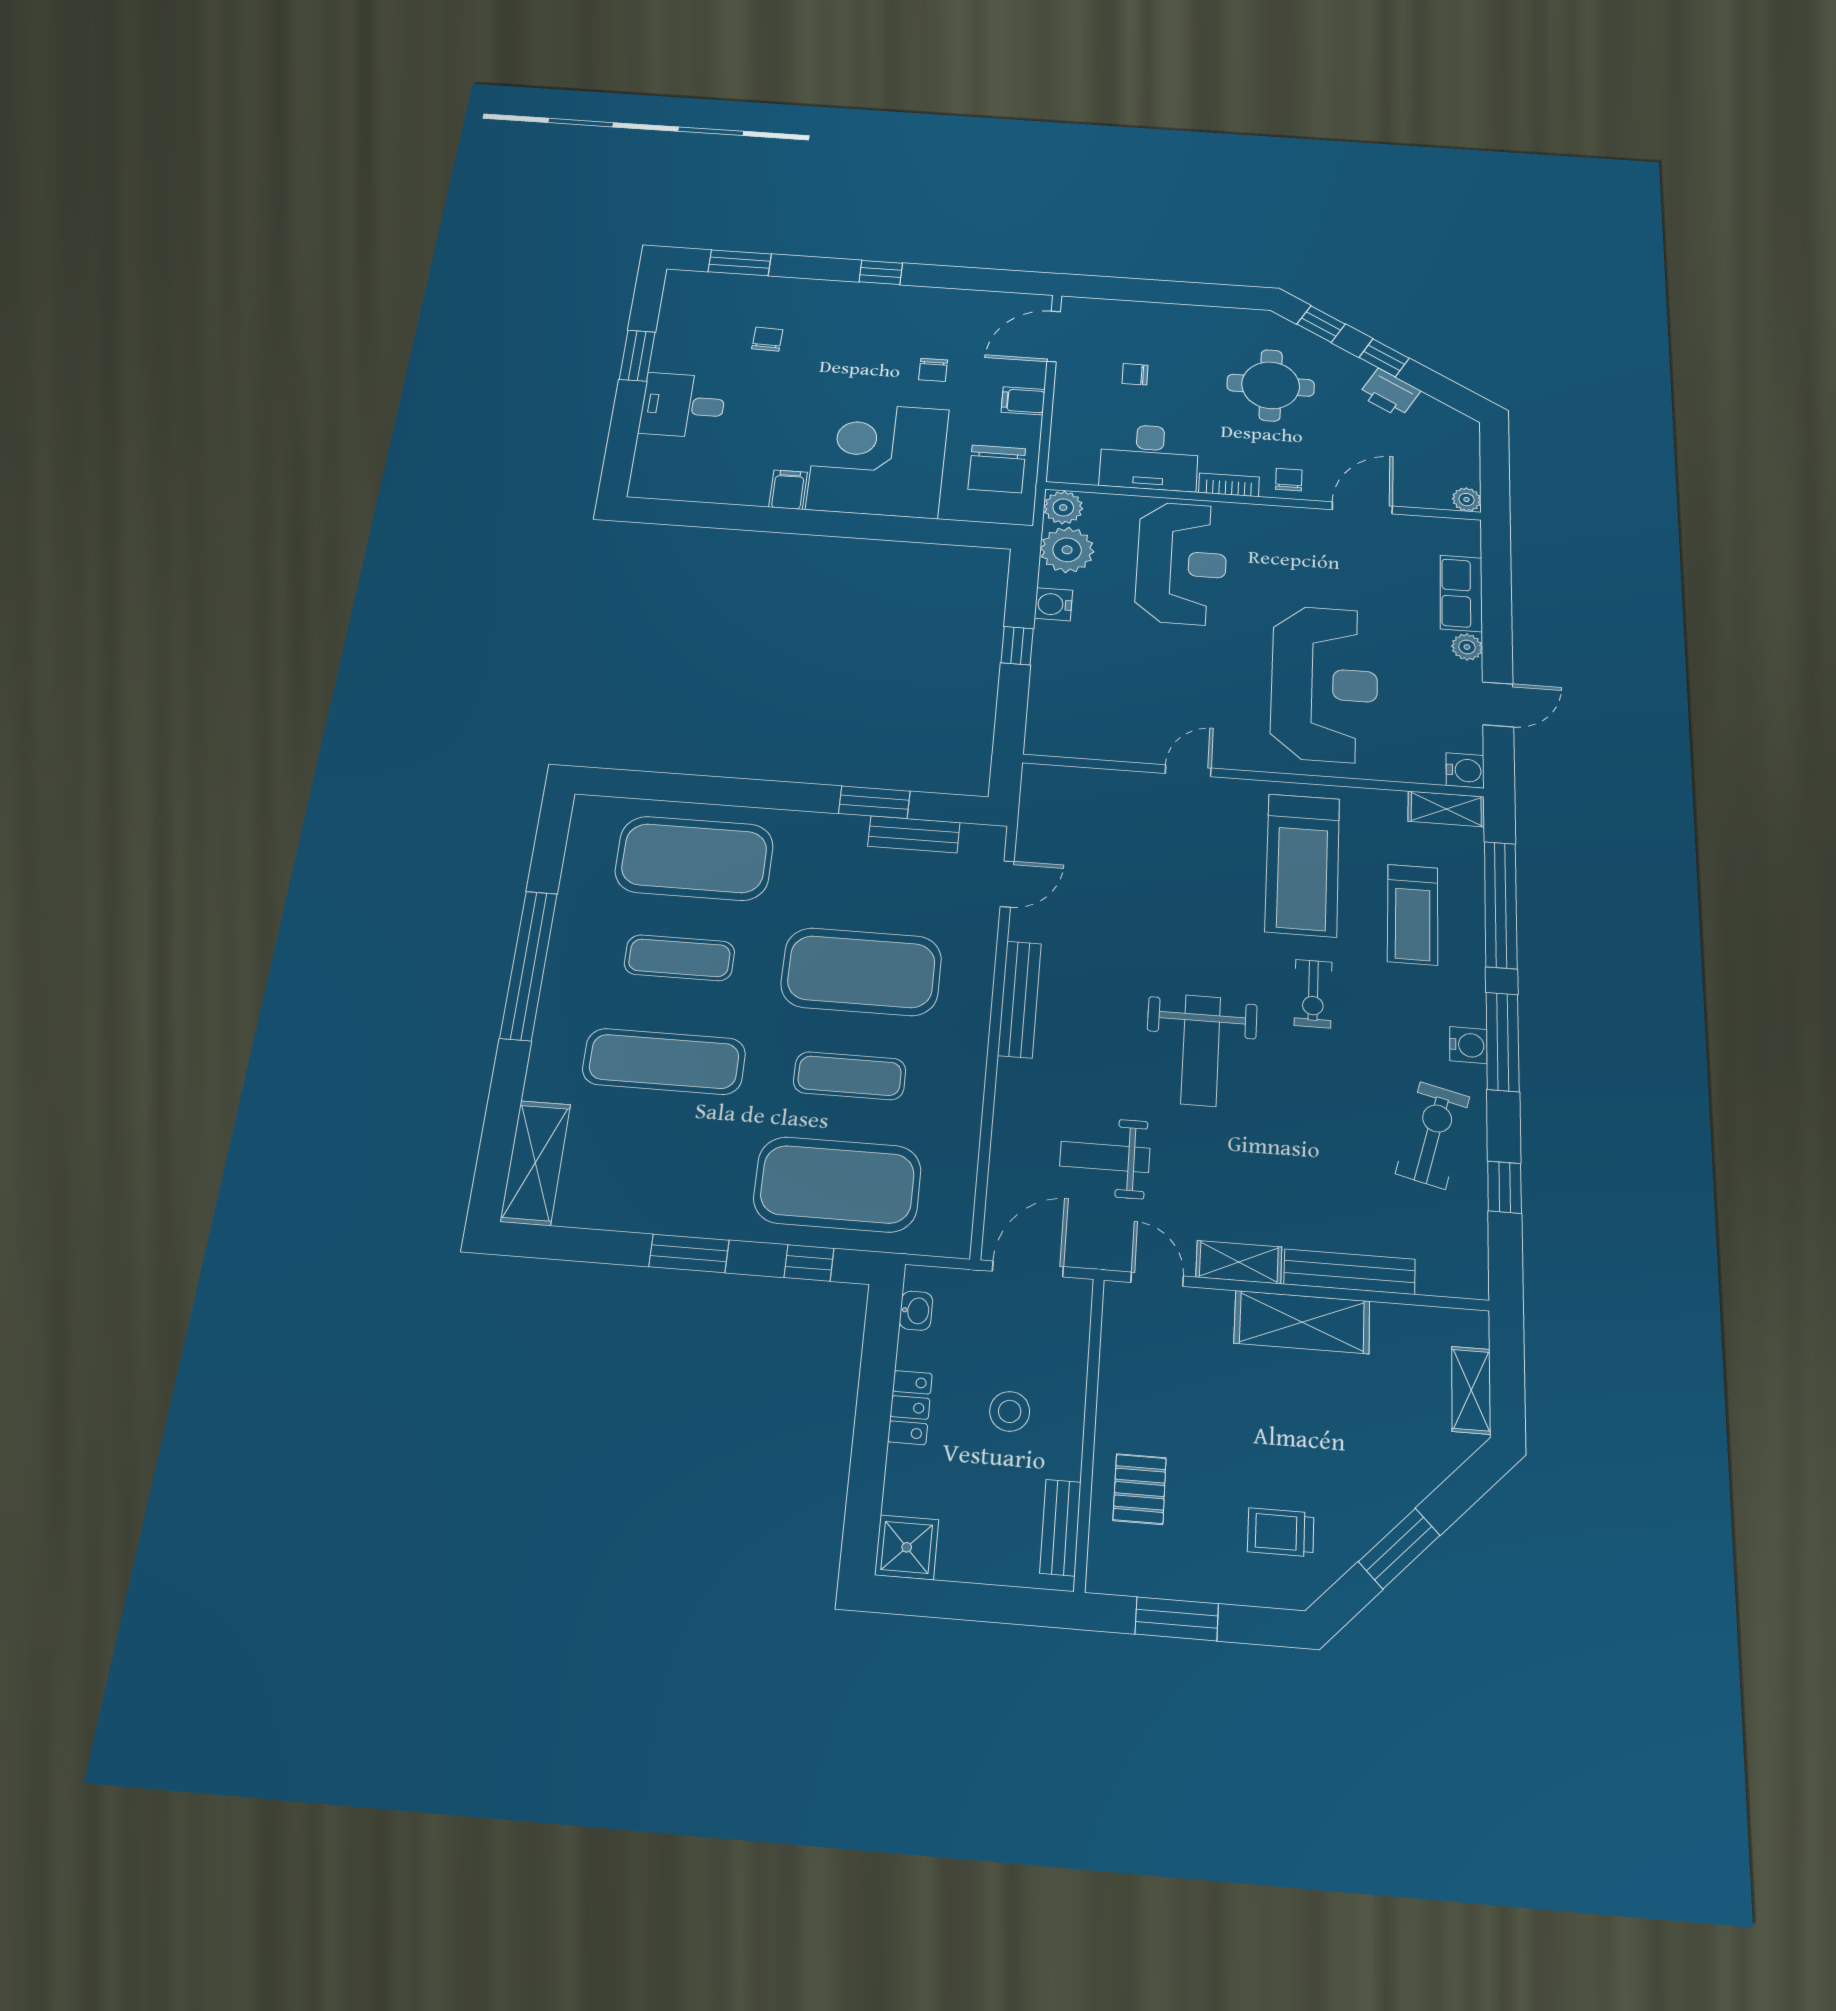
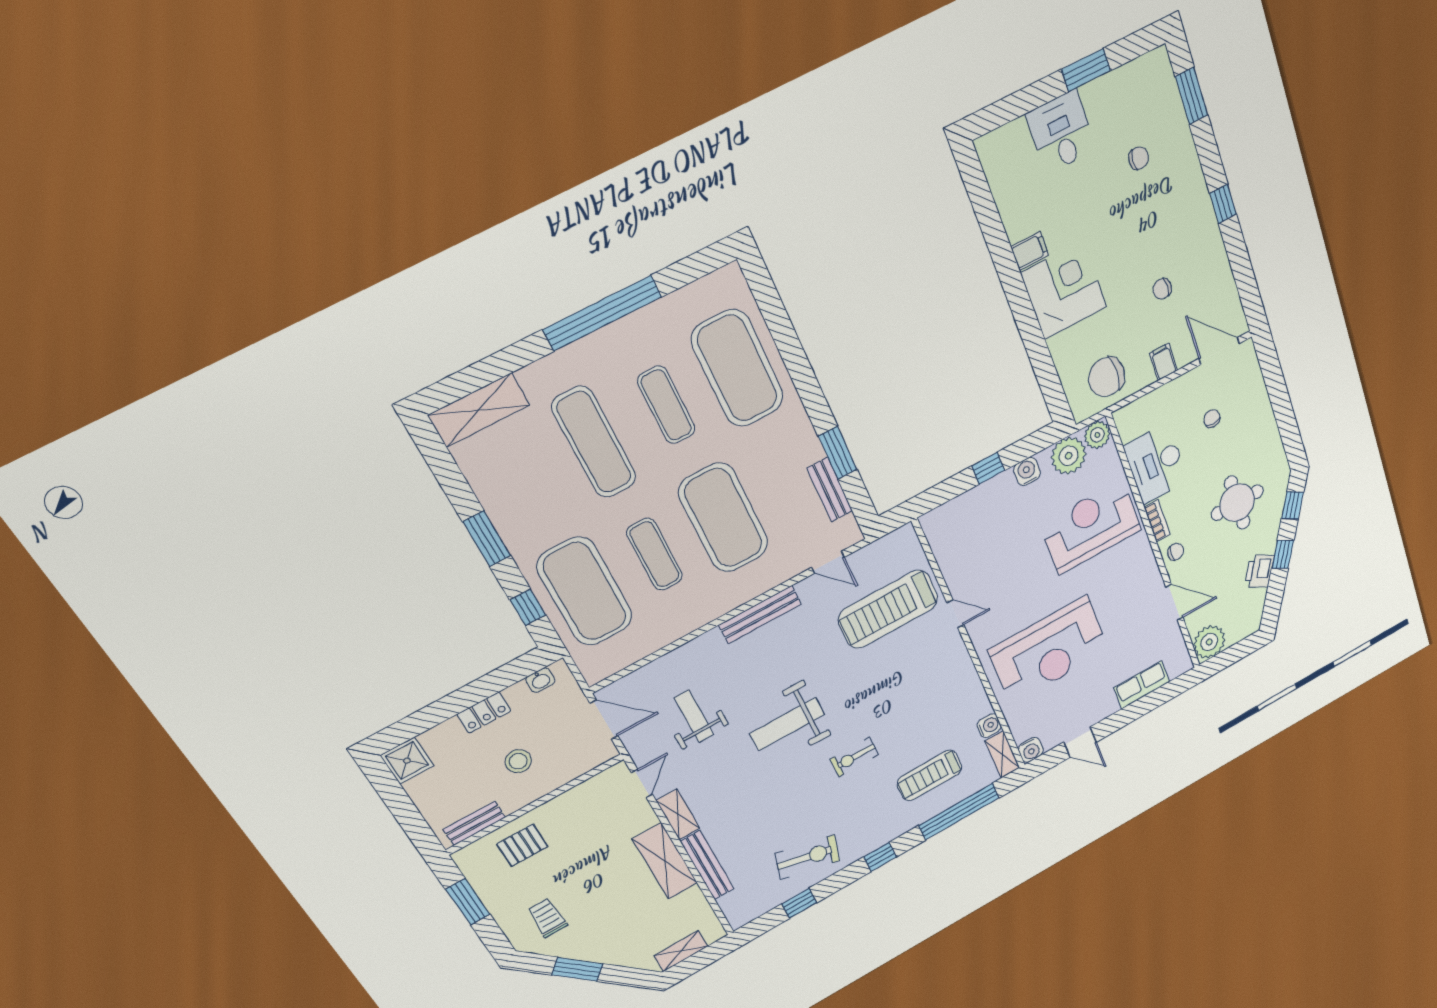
corner desk: (878, 459) -> (1064, 290), width x0.74, depth x0.74
plant: (1467, 500) -> (1209, 642), width x1.87, depth x1.87
reception desk: (1182, 563) -> (1091, 527), turned 180
plant: (1467, 647) -> (1109, 707), removed
treadmill: (1302, 865) -> (888, 609), moved
window: (1503, 1042) -> (880, 857), width x0.46
water cooler: (1468, 1045) -> (989, 726), moved, turned -90

